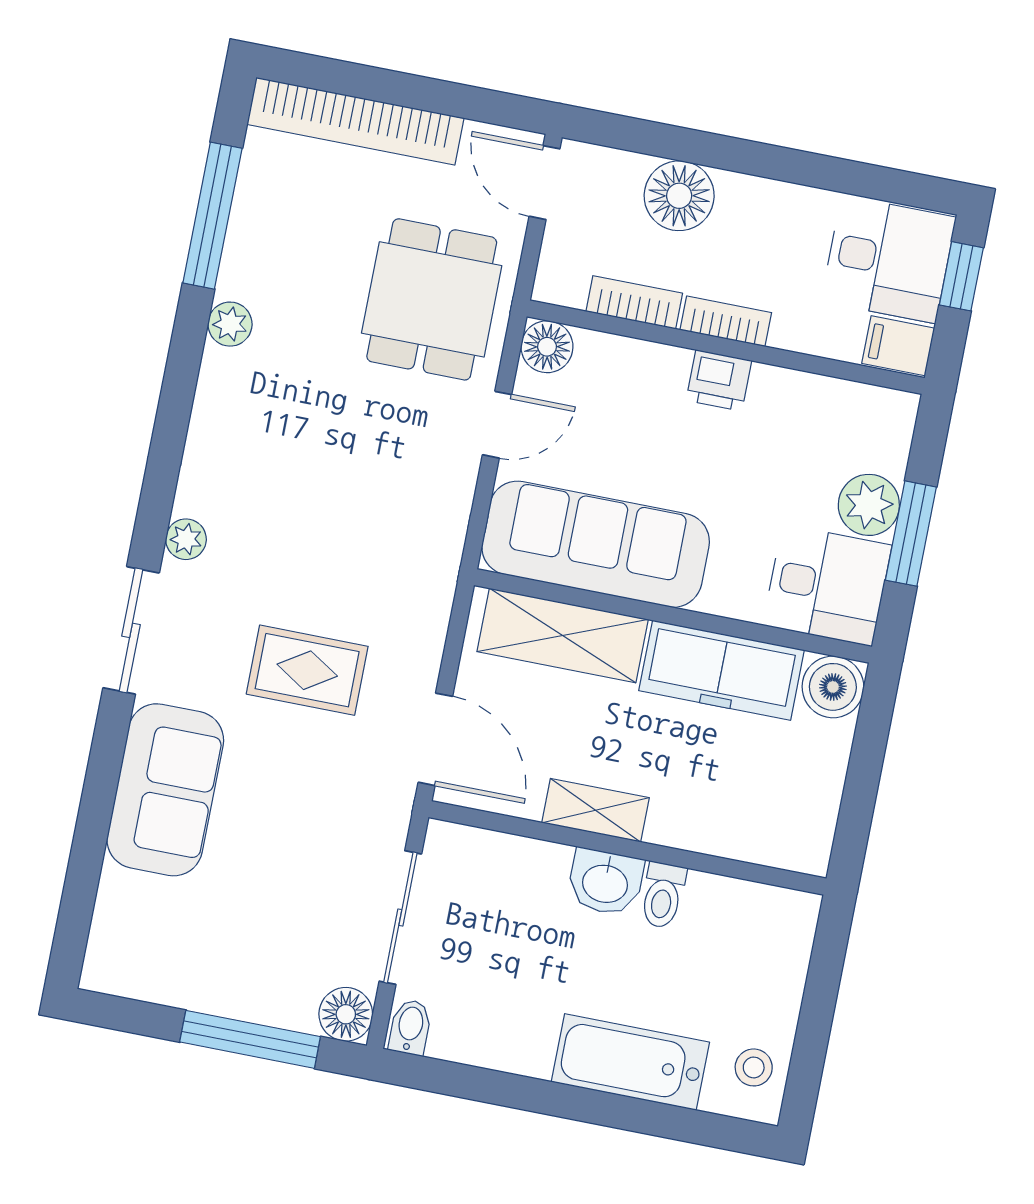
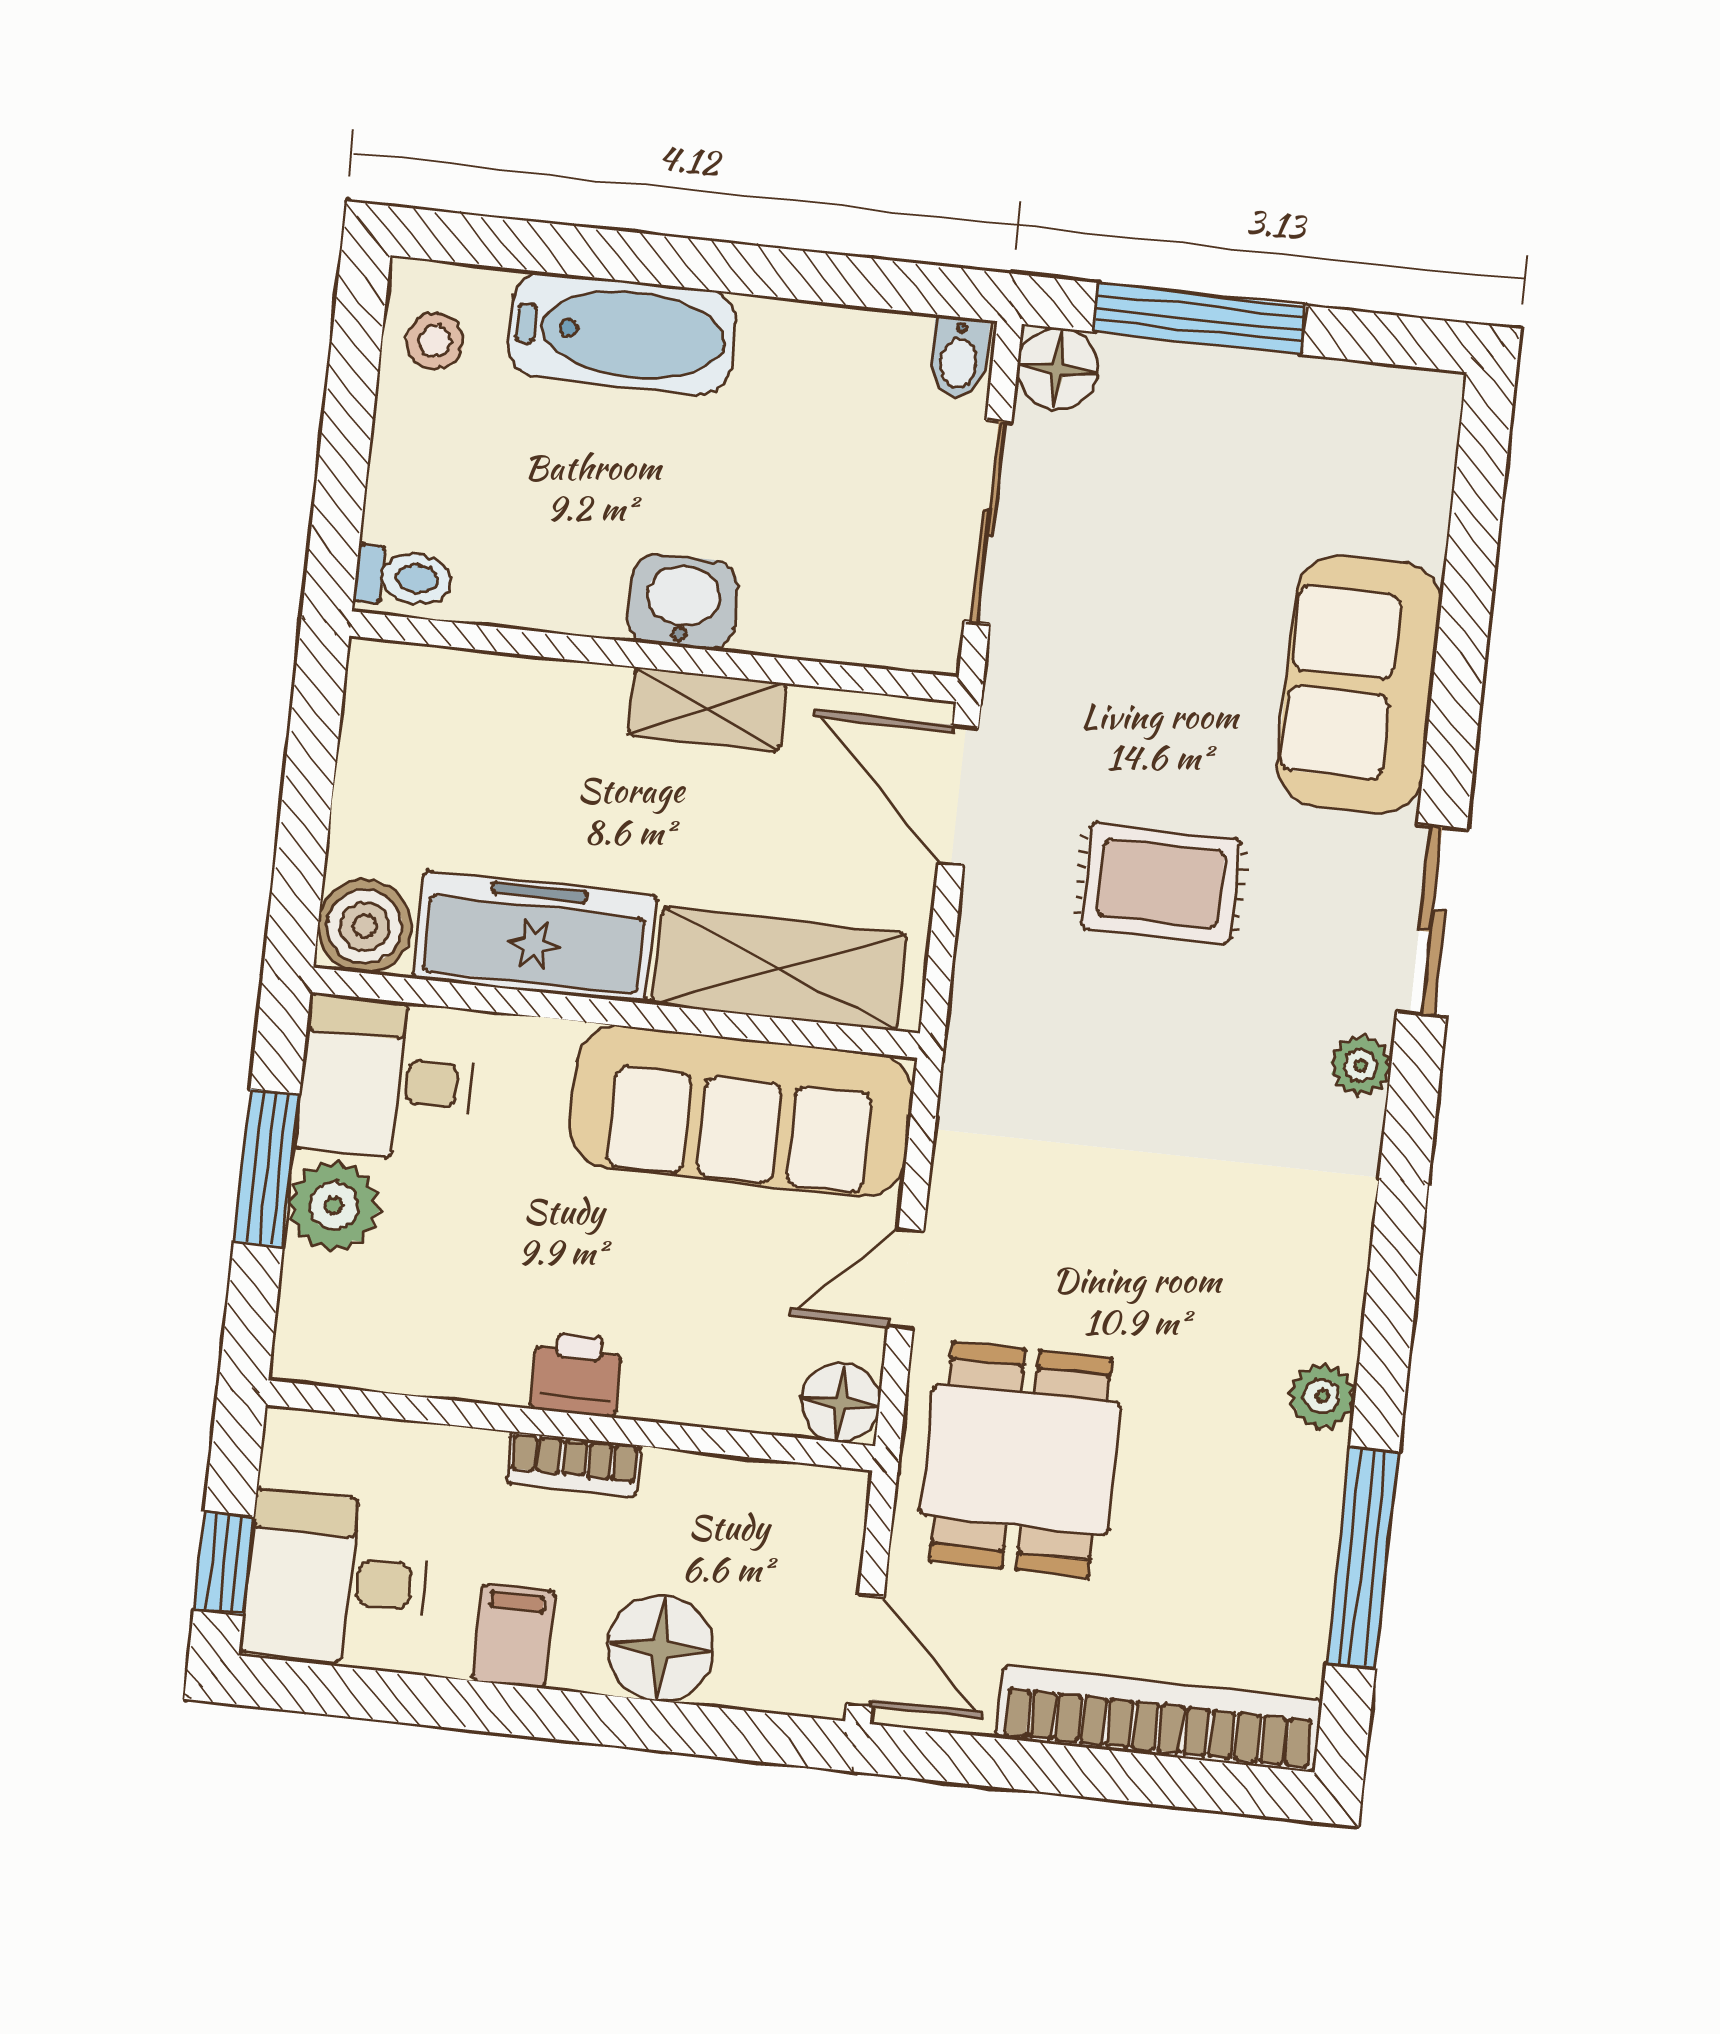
bookcase: (634, 302) -> (714, 1481), removed
filing cabinet: (898, 346) -> (513, 1636), moved, turned -90
toilet: (663, 895) -> (404, 577), moved, turned 90

